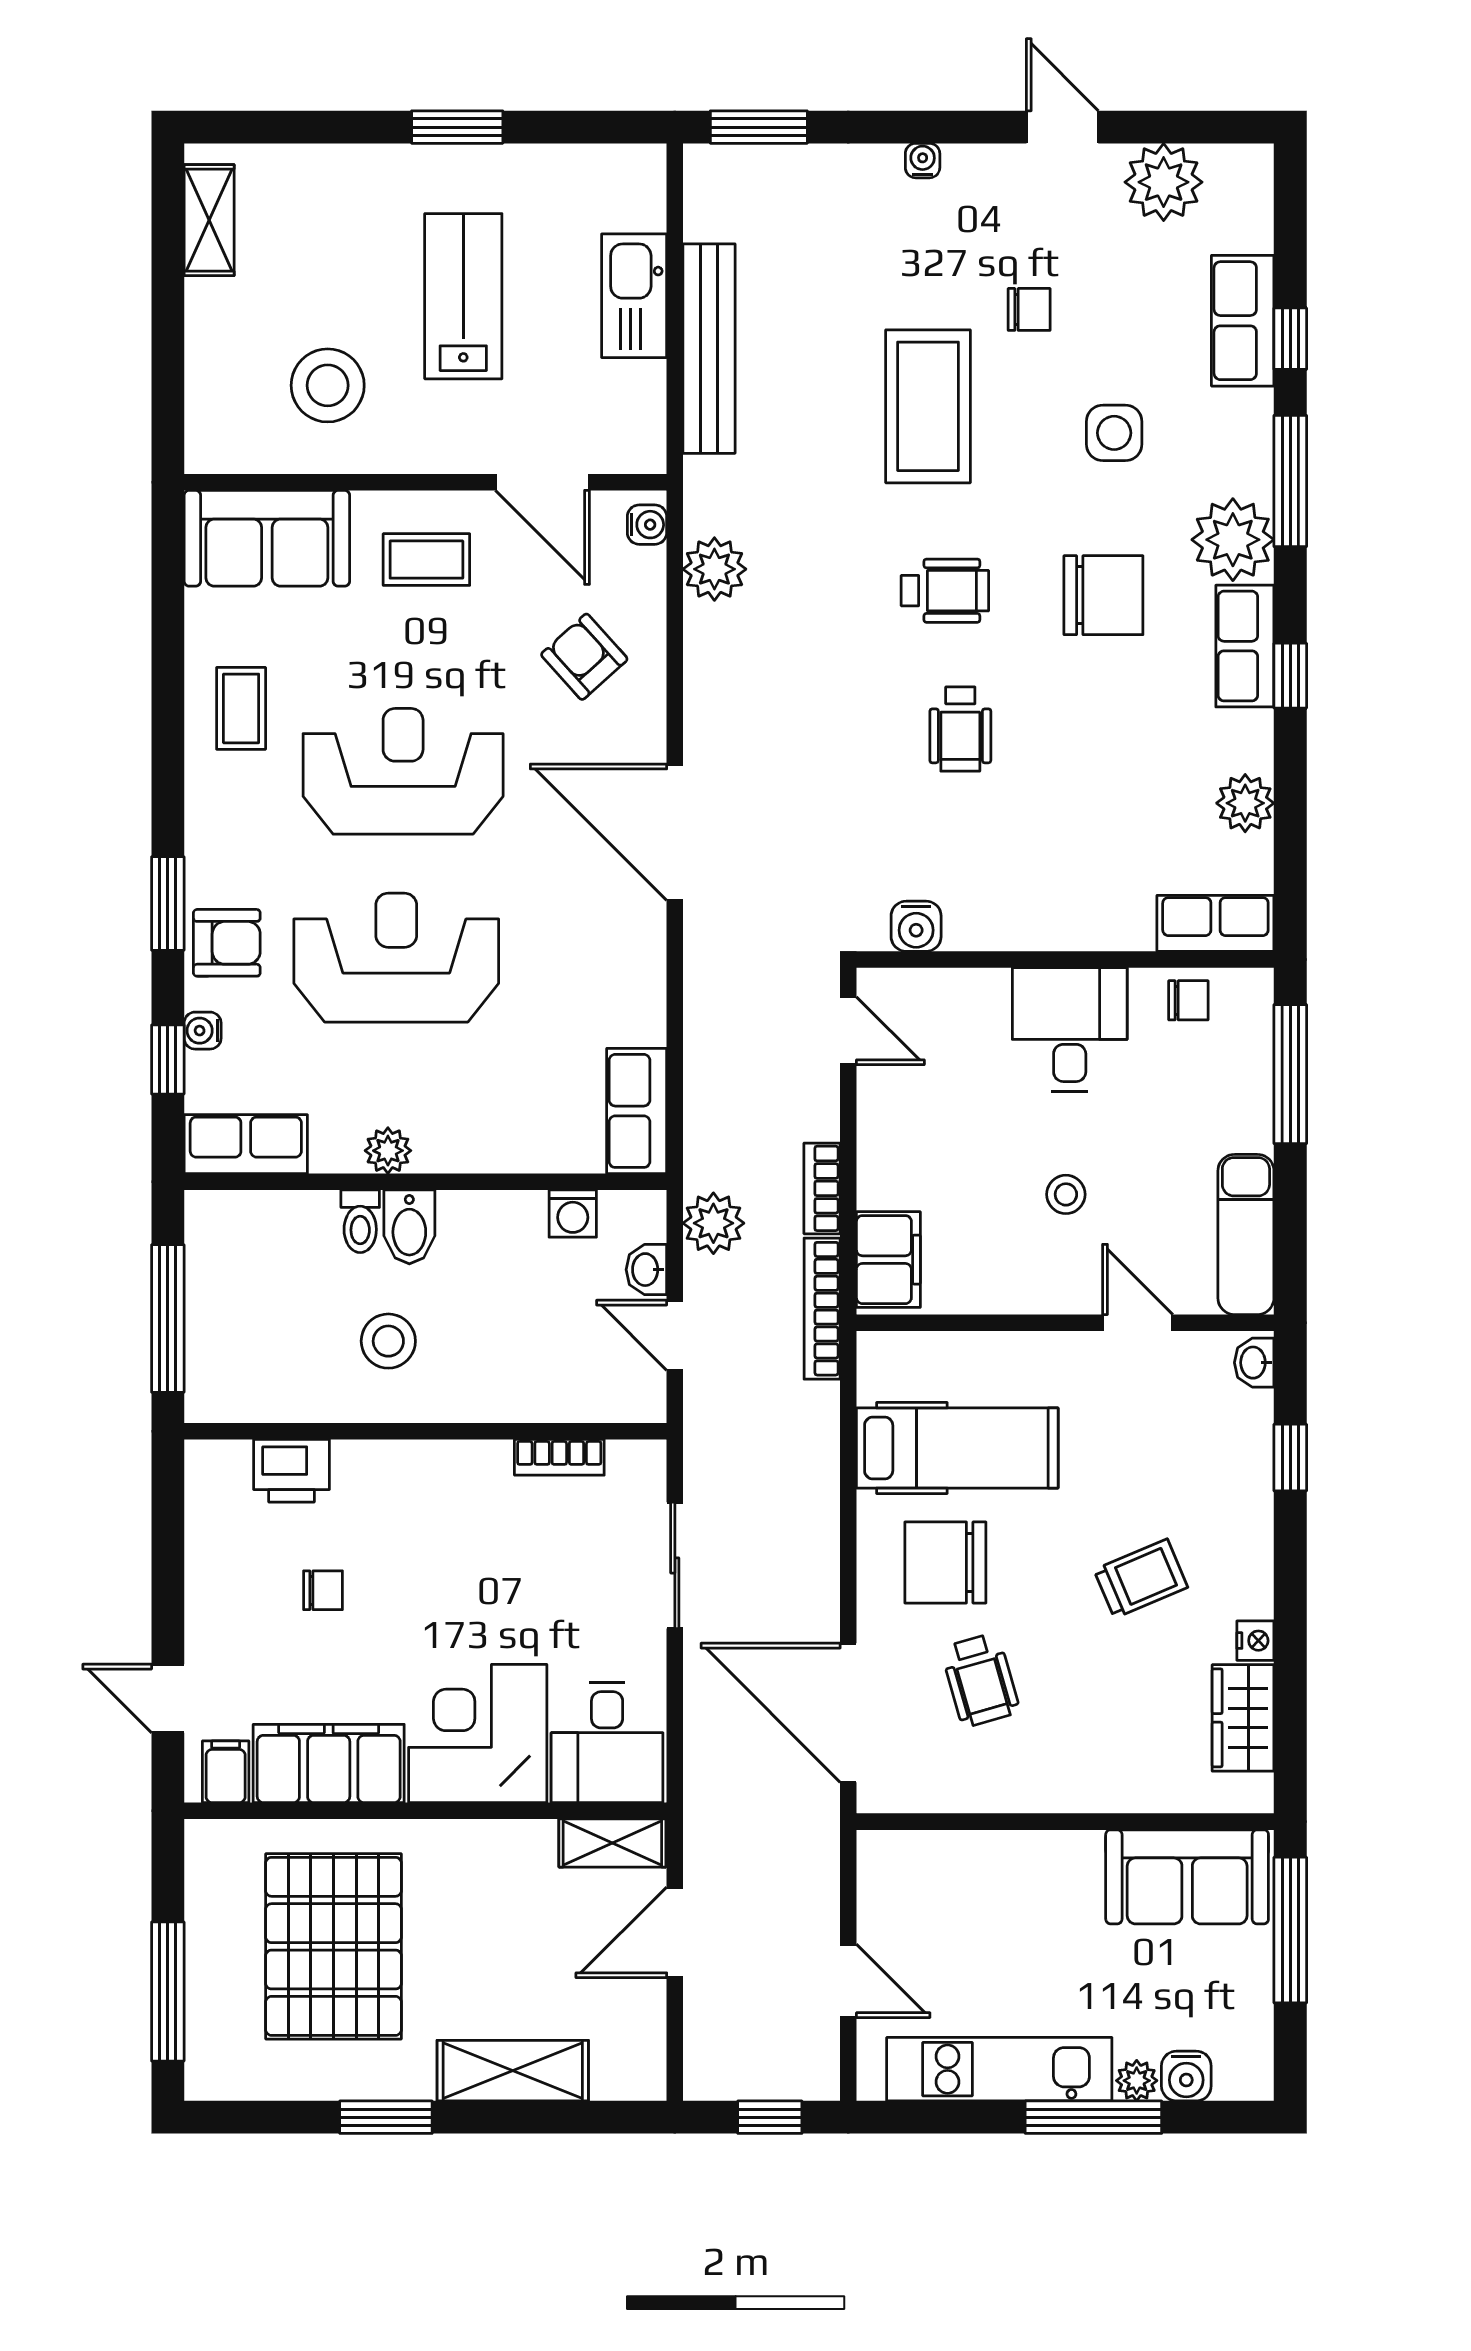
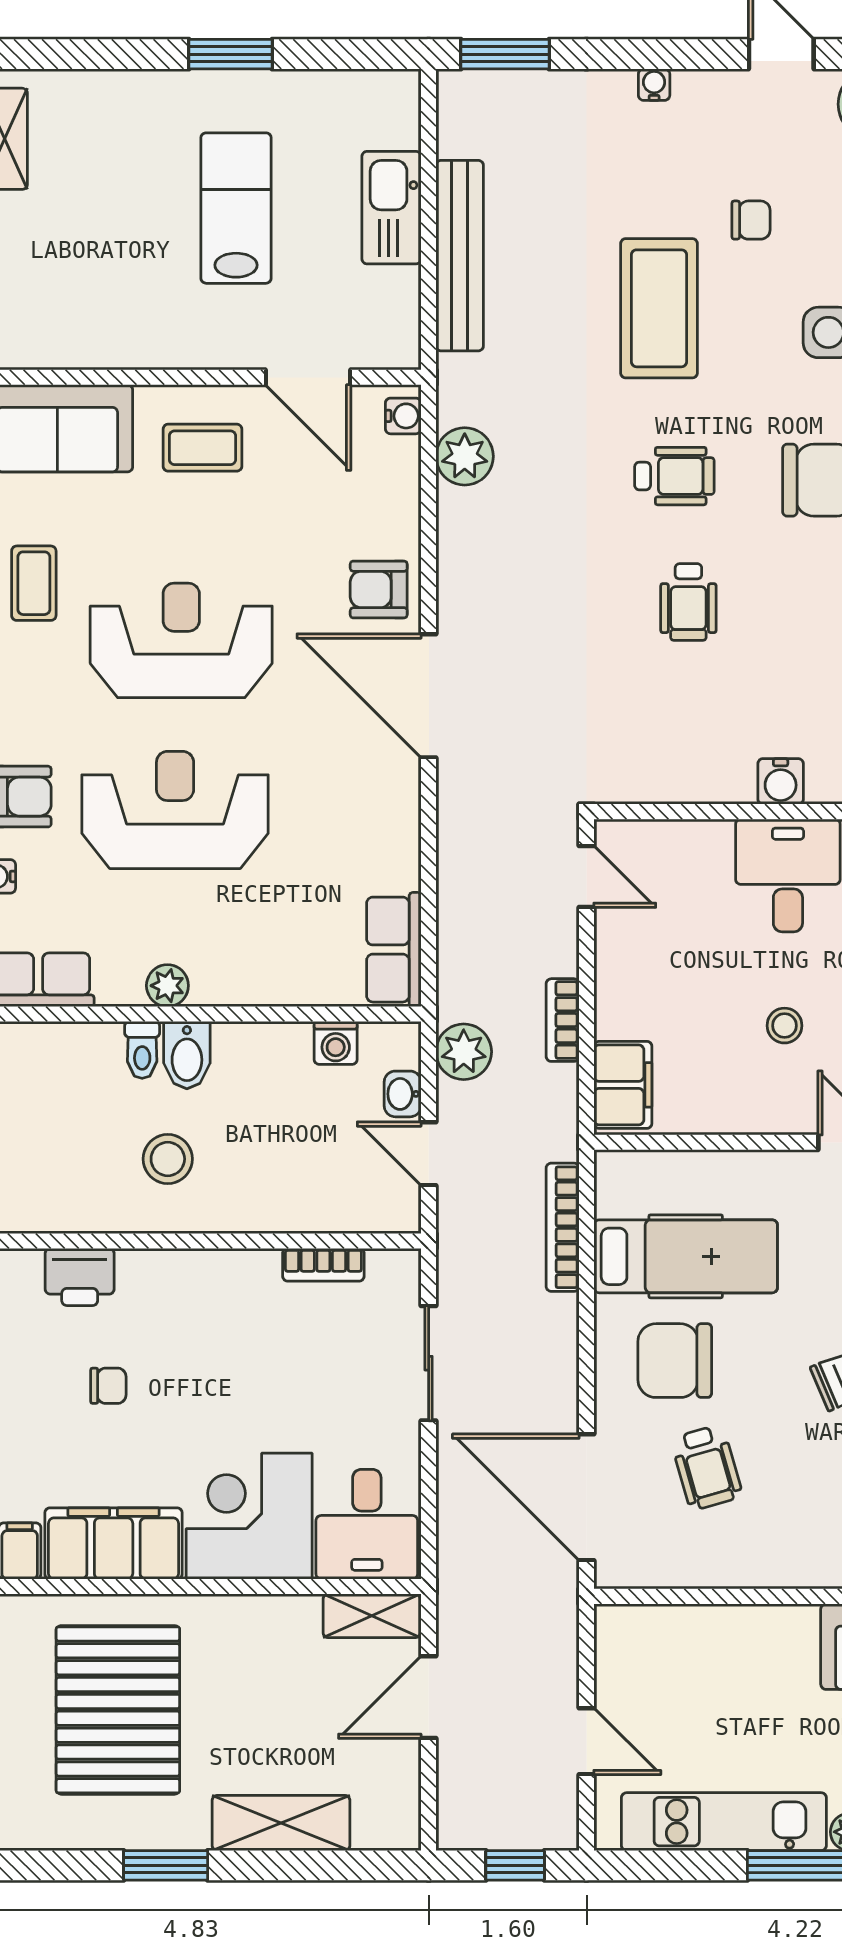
stool: (328, 385) -> (113, 289), removed
armchair: (584, 657) -> (379, 589), moved, turned -48
water cooler: (916, 926) -> (781, 781), moved
bookcase: (822, 1309) -> (563, 1227), moved

